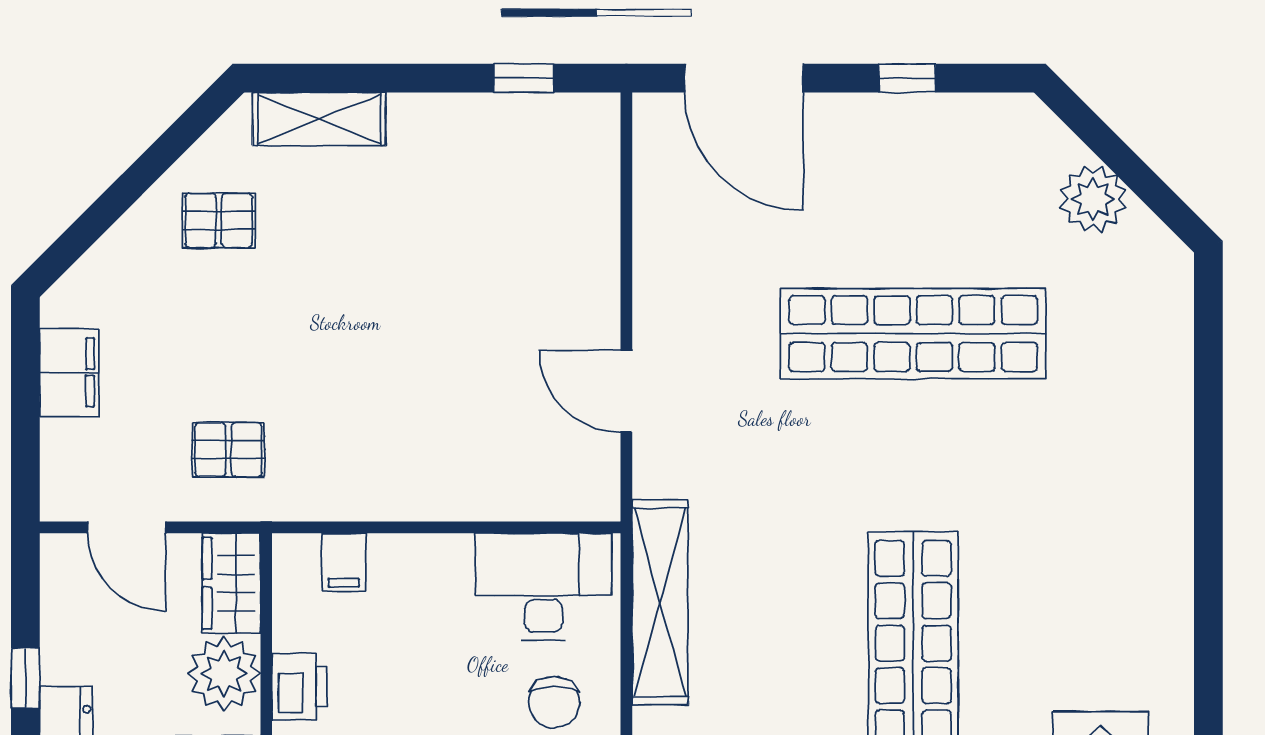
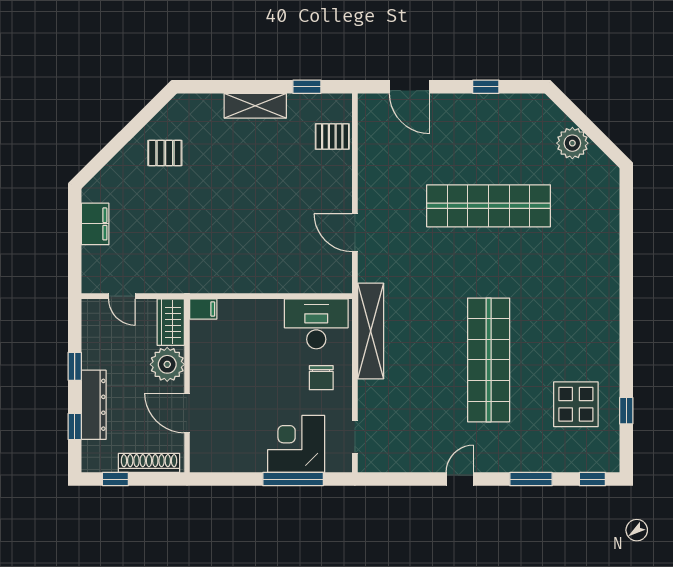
door: (744, 78) -> (410, 87), width x0.73
shelving: (319, 119) -> (255, 106), moved
pallet: (228, 450) -> (332, 137), moved
door: (127, 527) -> (122, 296), width x0.73
filing cabinet: (344, 562) -> (203, 309), moved, turned -90
printer: (300, 687) -> (203, 370), removed

